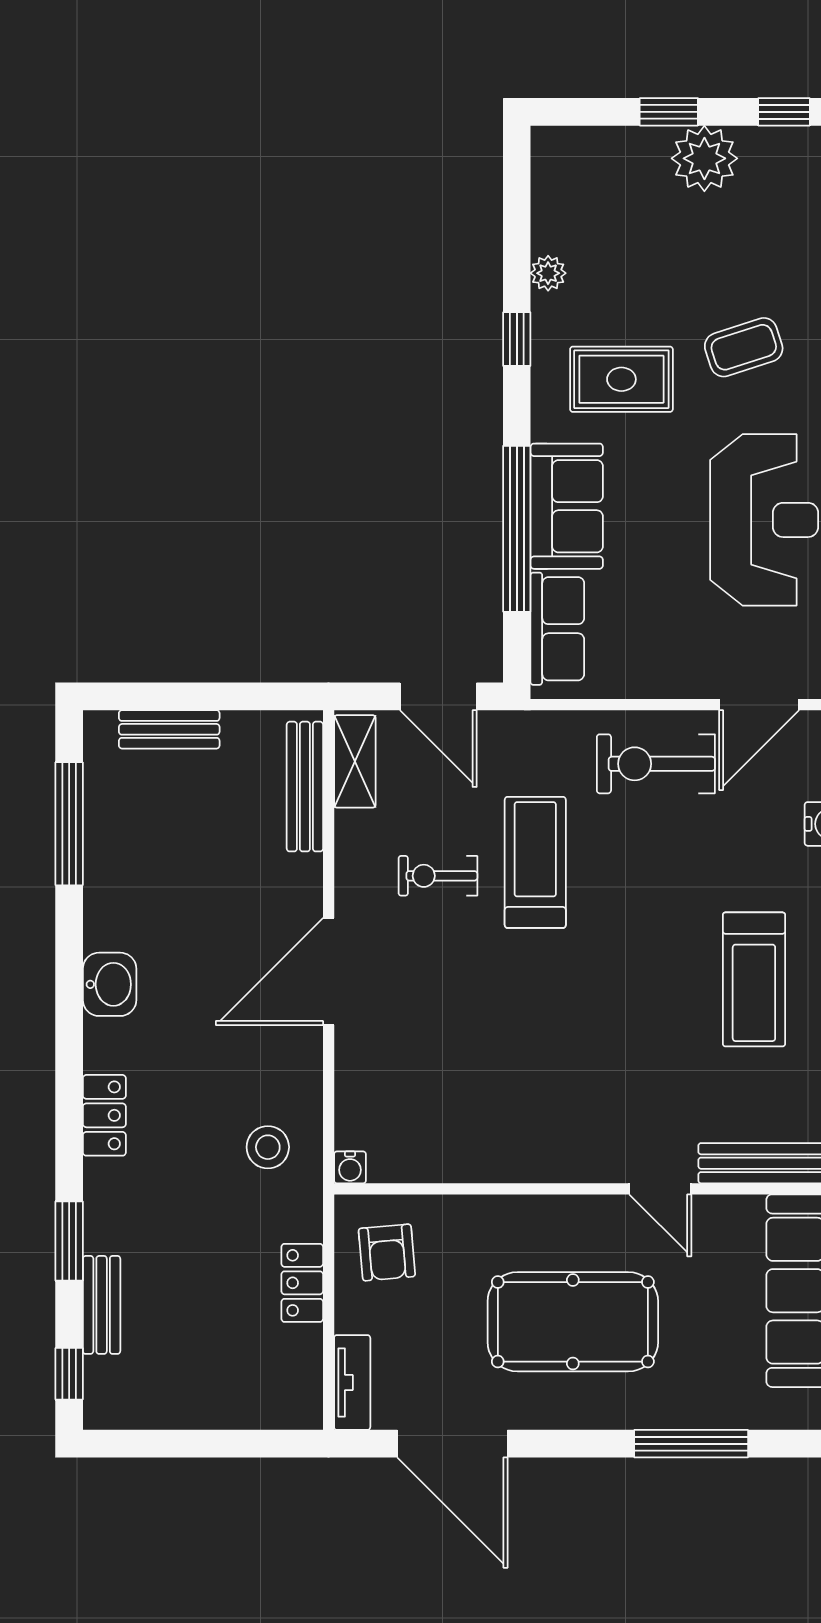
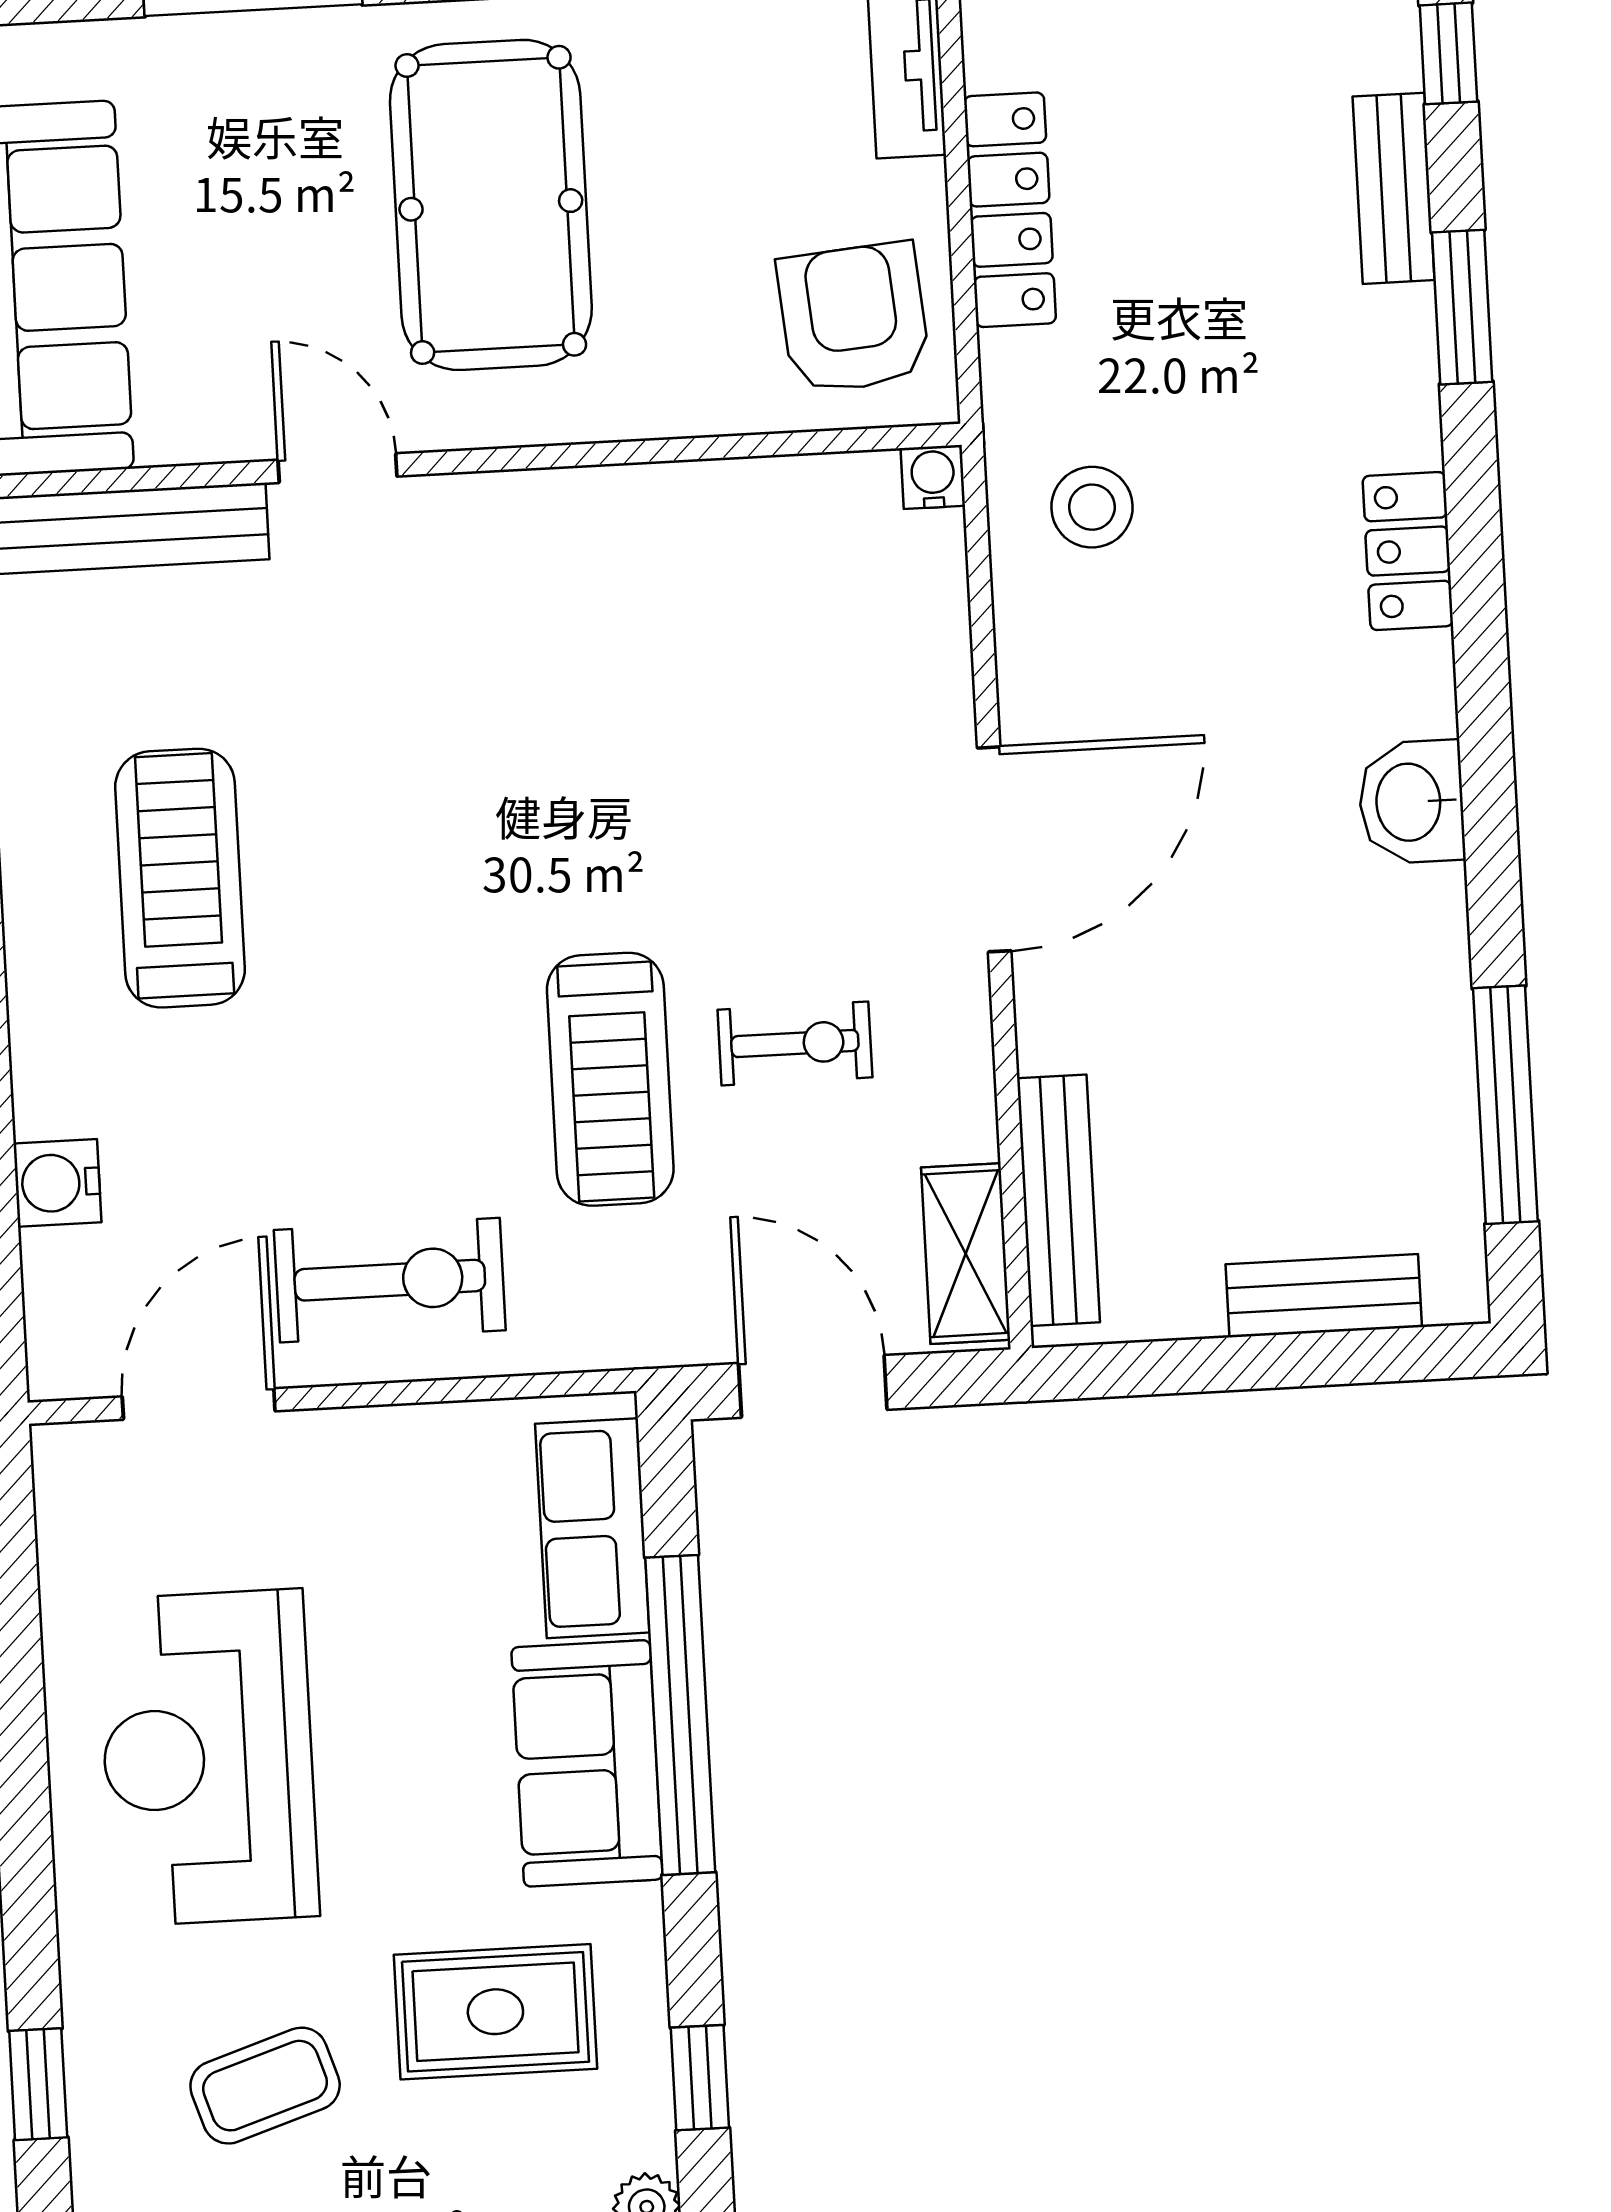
armchair: (387, 1252) -> (854, 318), width x1.38, depth x1.38
locker: (302, 1283) -> (1010, 210), width x1.53
pool table: (573, 1322) -> (491, 205), turned 90

